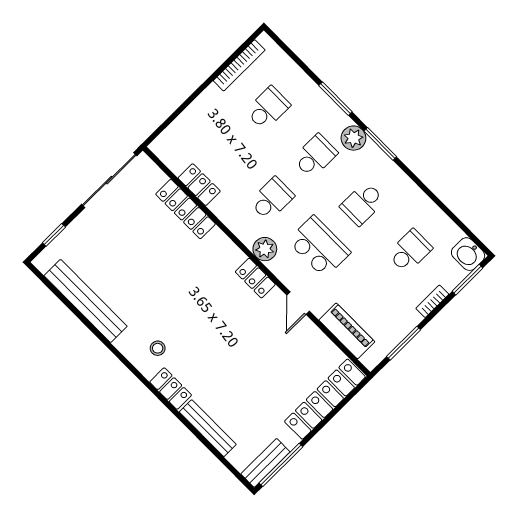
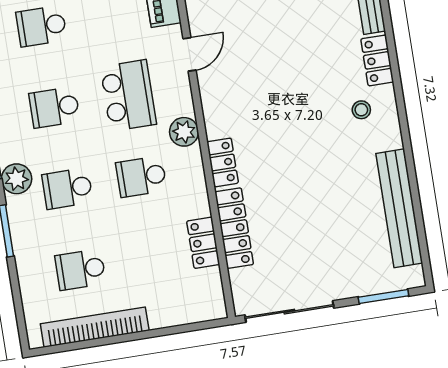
bookcase: (239, 65) -> (95, 327), width x1.48, depth x1.31
school desk: (362, 204) -> (54, 107), turned 180
window: (54, 235) -> (383, 296), width x1.50
school desk: (319, 247) -> (128, 95), turned 180
locker: (255, 278) -> (223, 162), moved

